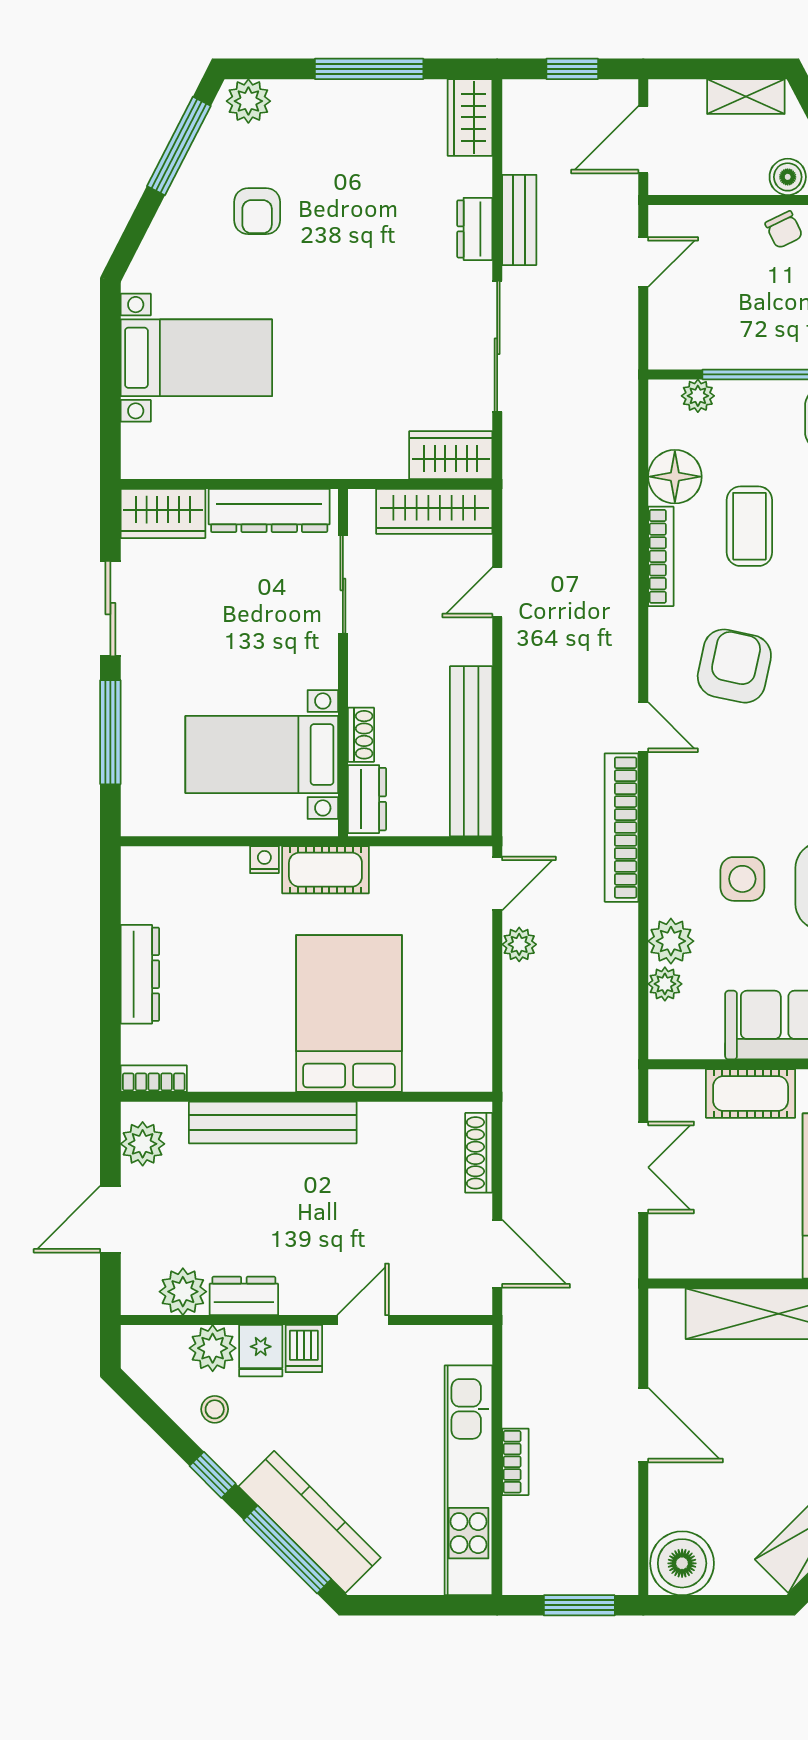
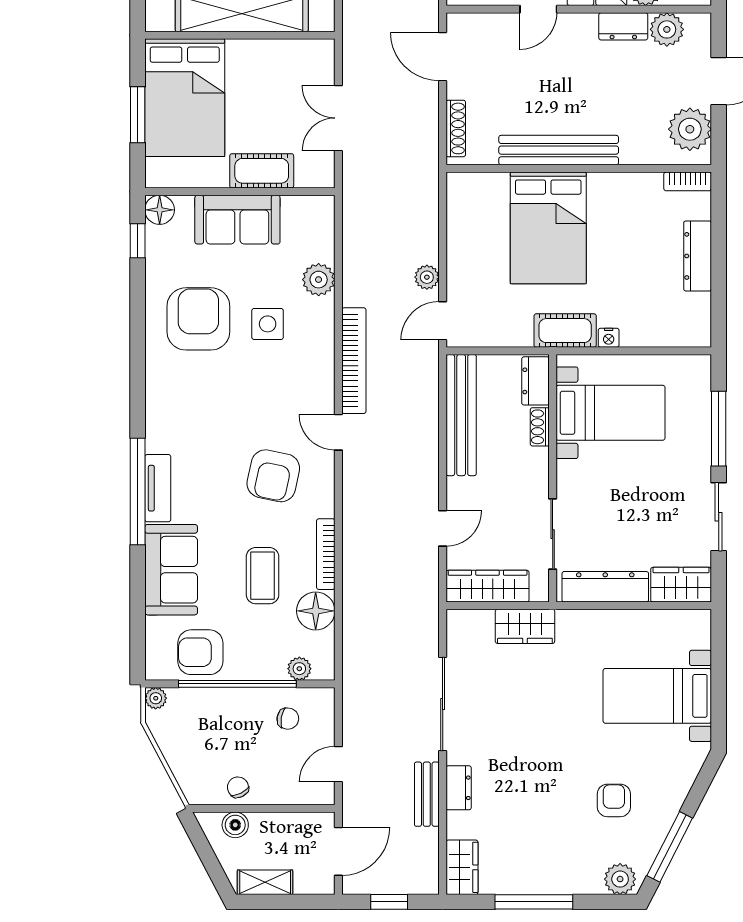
chair: (714, 326) -> (288, 719), added
wardrobe: (451, 455) -> (525, 626), moved
plant: (665, 984) -> (323, 249), removed
bench: (273, 1123) -> (559, 150), moved
plant: (143, 1144) -> (690, 129), width x1.36, depth x1.36

